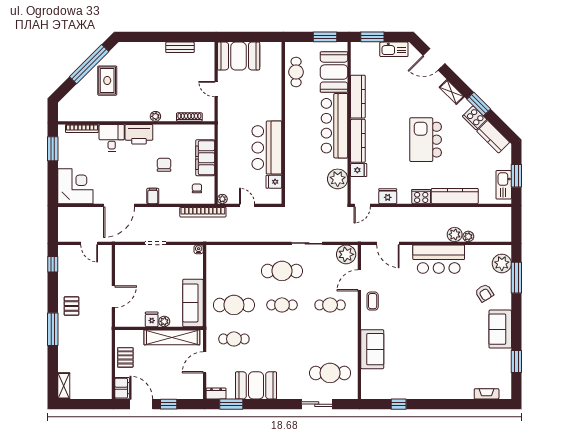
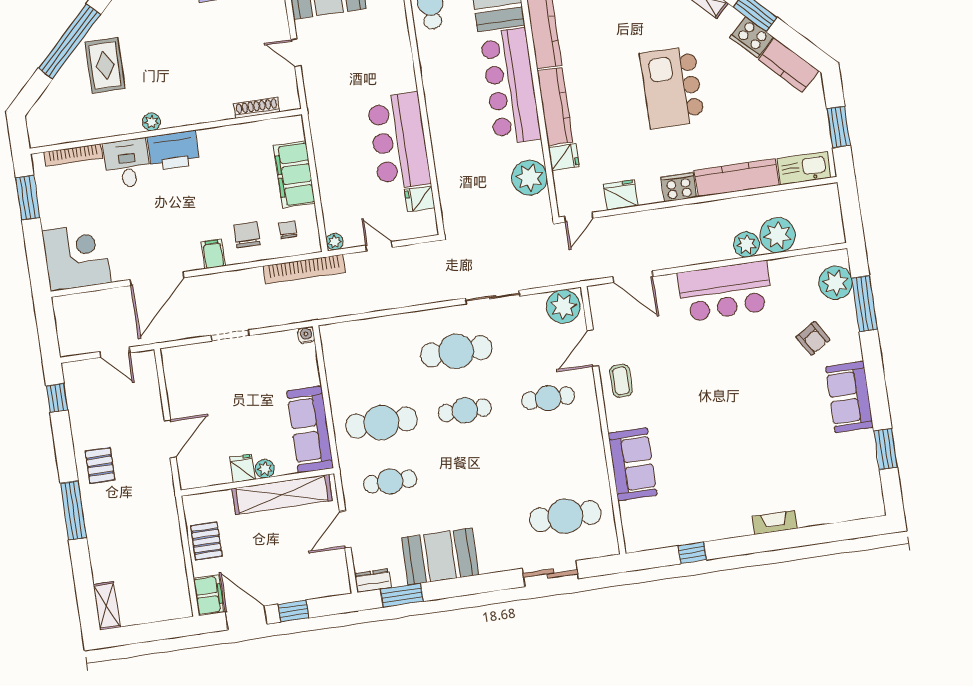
plant: (155, 116) -> (151, 122), moved
chair: (164, 165) -> (247, 235), moved
kitchen sink: (504, 185) -> (804, 168), moved, turned 90
plant: (468, 236) -> (778, 235), width x1.88, depth x1.88
fireplace: (487, 394) -> (775, 523), moved

